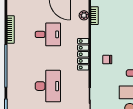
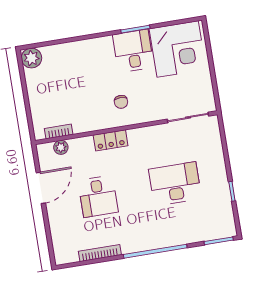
desk: (48, 34) -> (98, 196), turned 180
locker: (83, 54) -> (111, 140), width x0.66

